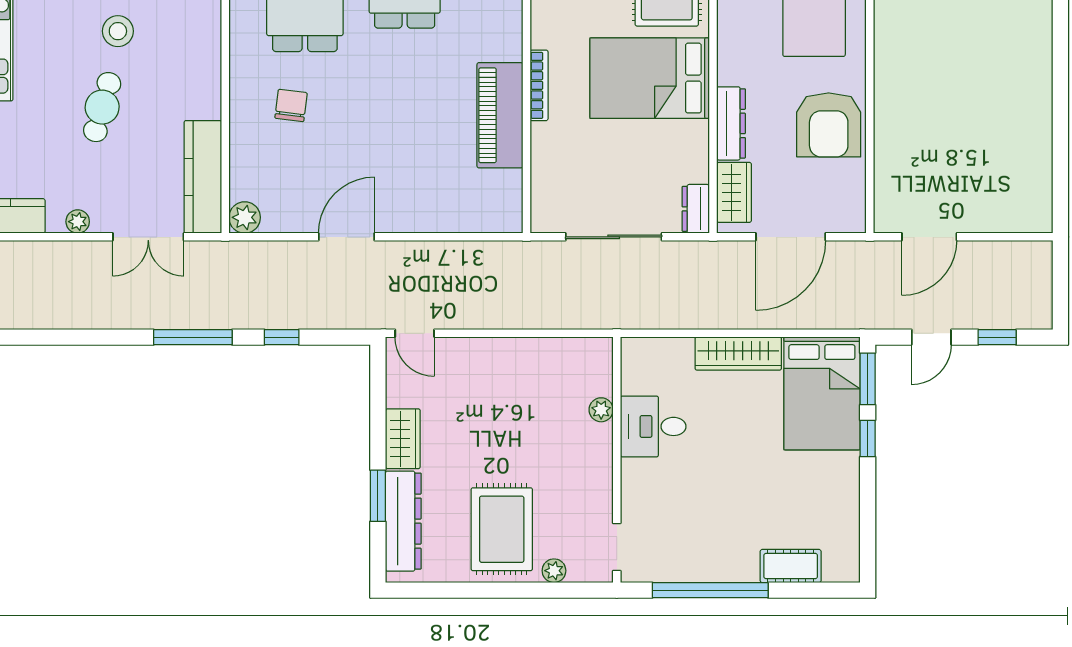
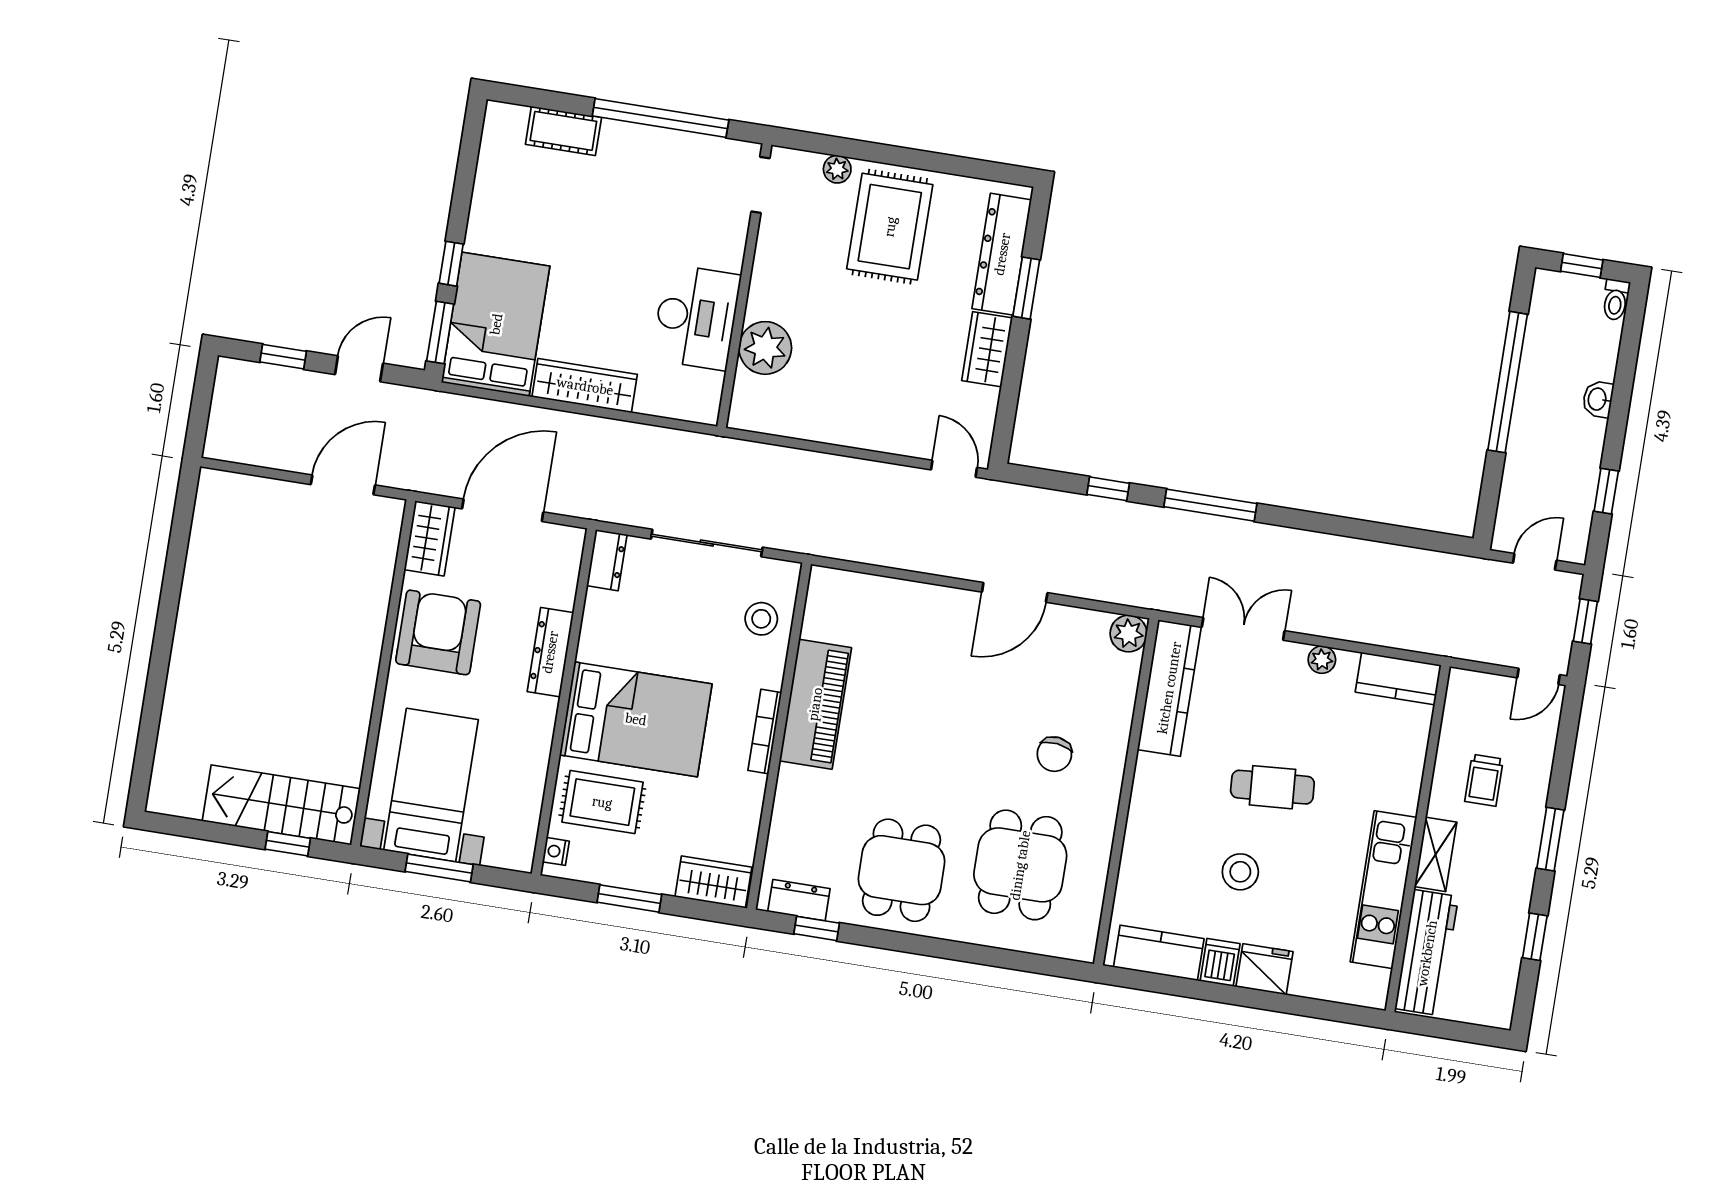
cafe table: (102, 107) -> (1272, 787), turned 70
stool: (557, 180) -> (761, 619), added
wardrobe: (734, 192) -> (430, 538), moved, turned 180
plant: (601, 410) -> (765, 348), width x1.87, depth x1.87
desk: (653, 426) -> (696, 317), width x1.37

